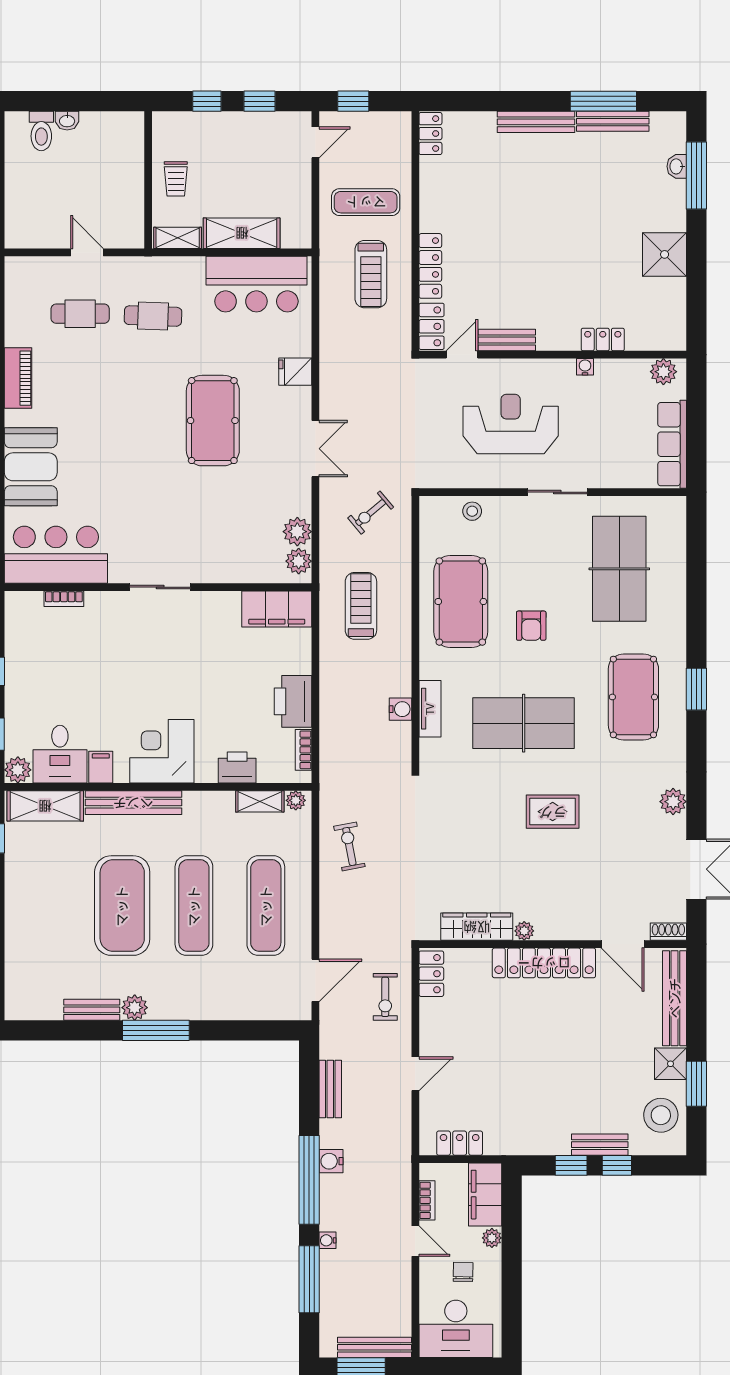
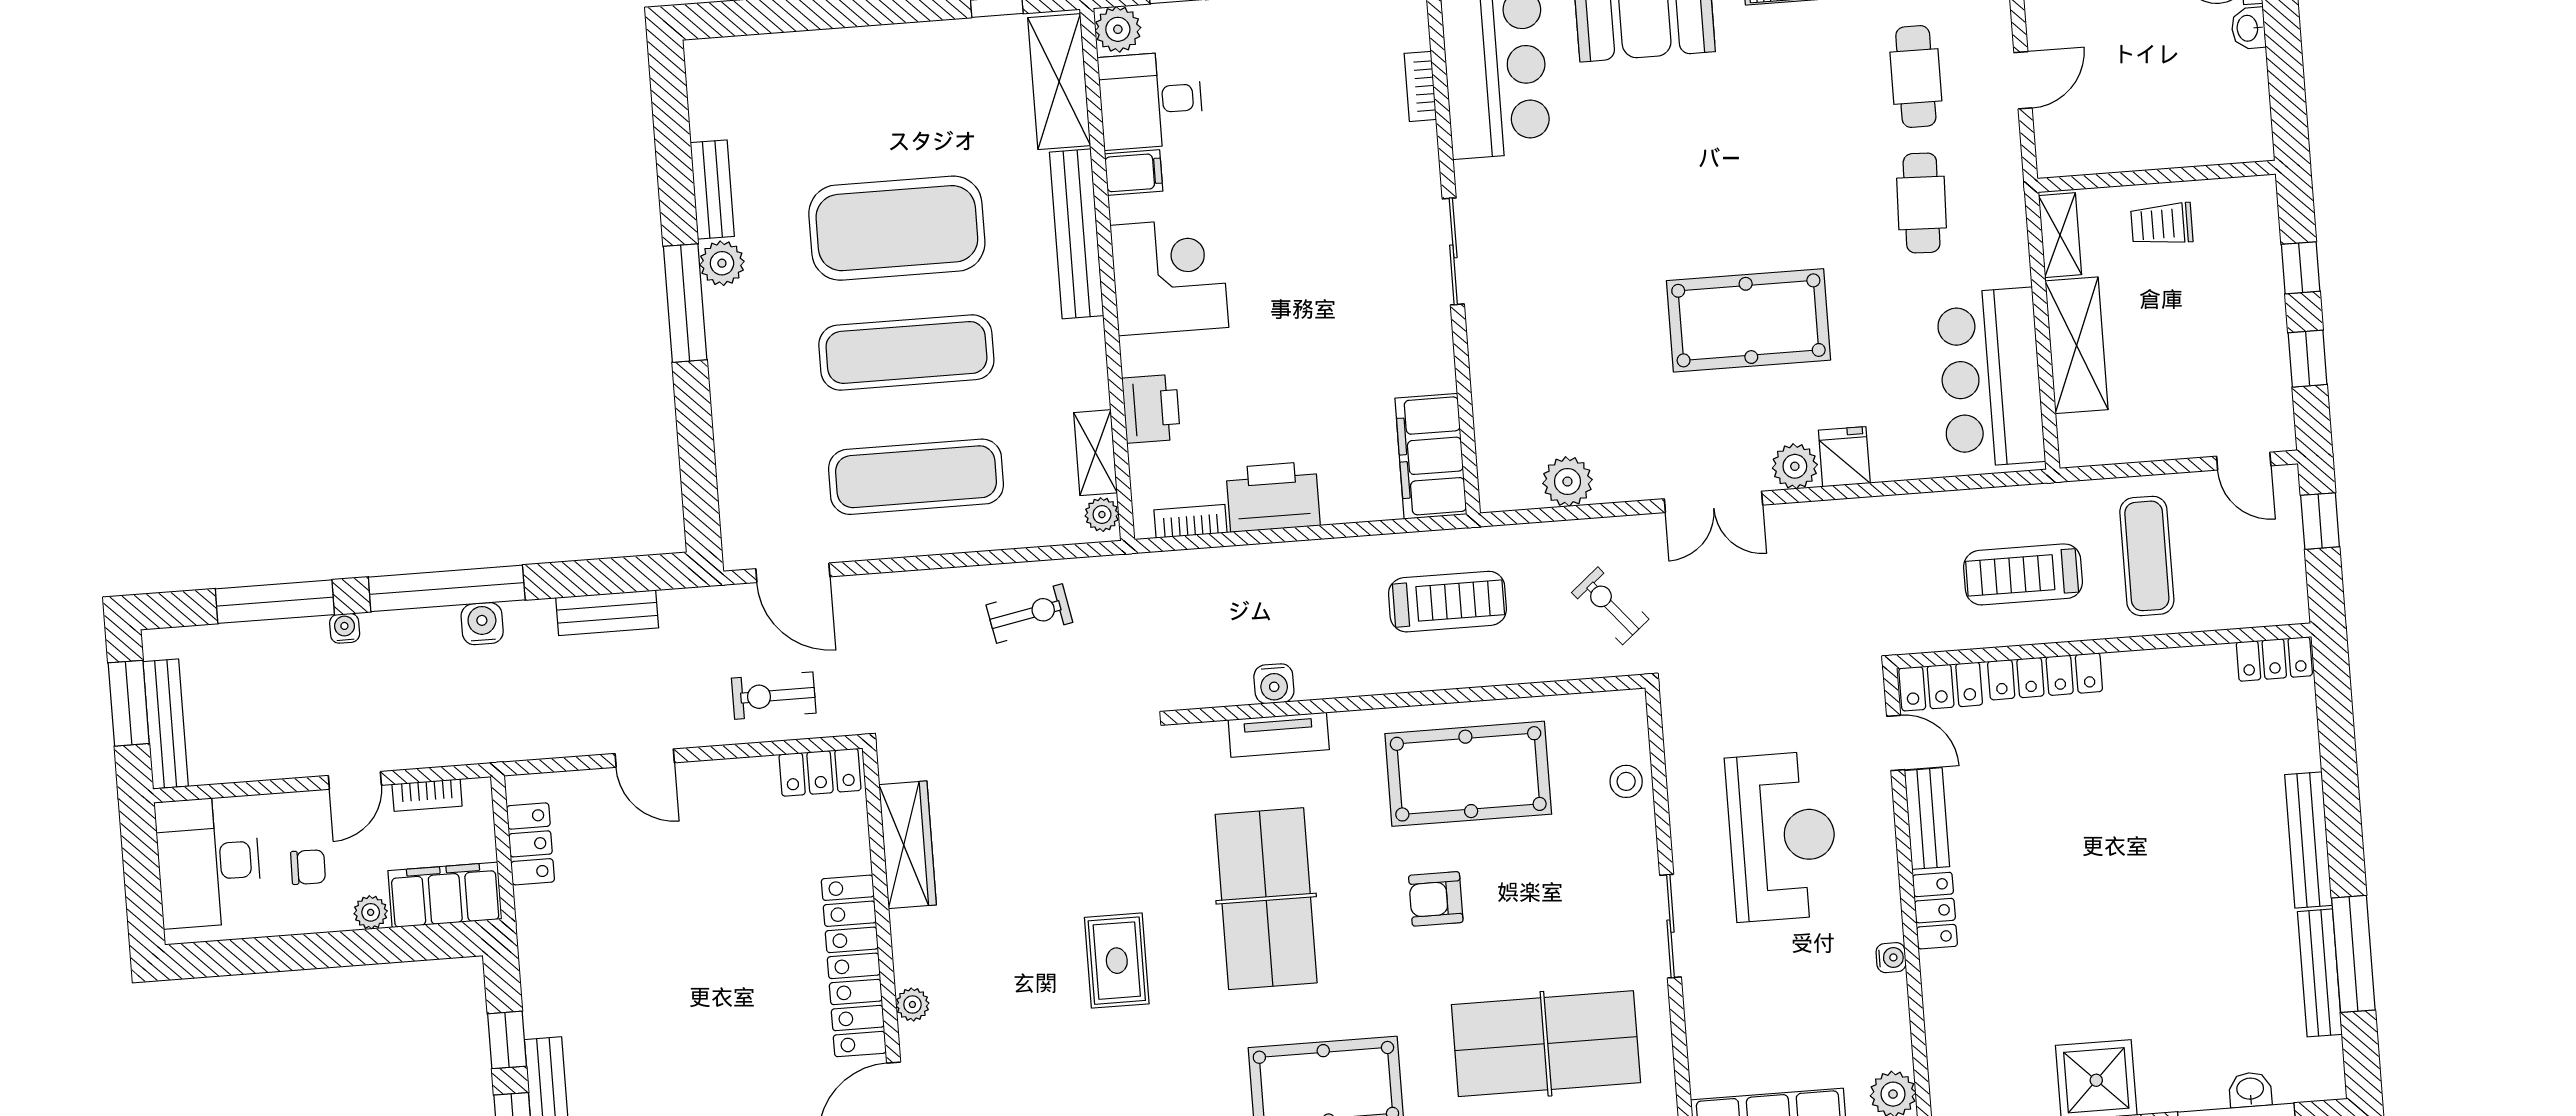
locker: (603, 340) -> (1935, 911), moved
plant: (299, 561) -> (1795, 466), moved
plant: (524, 931) -> (912, 1004), moved

